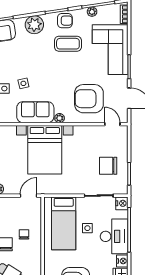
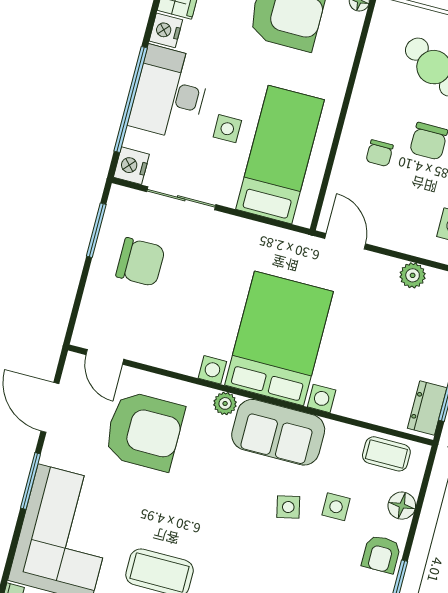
door: (29, 196) -> (345, 241), swing flipped

